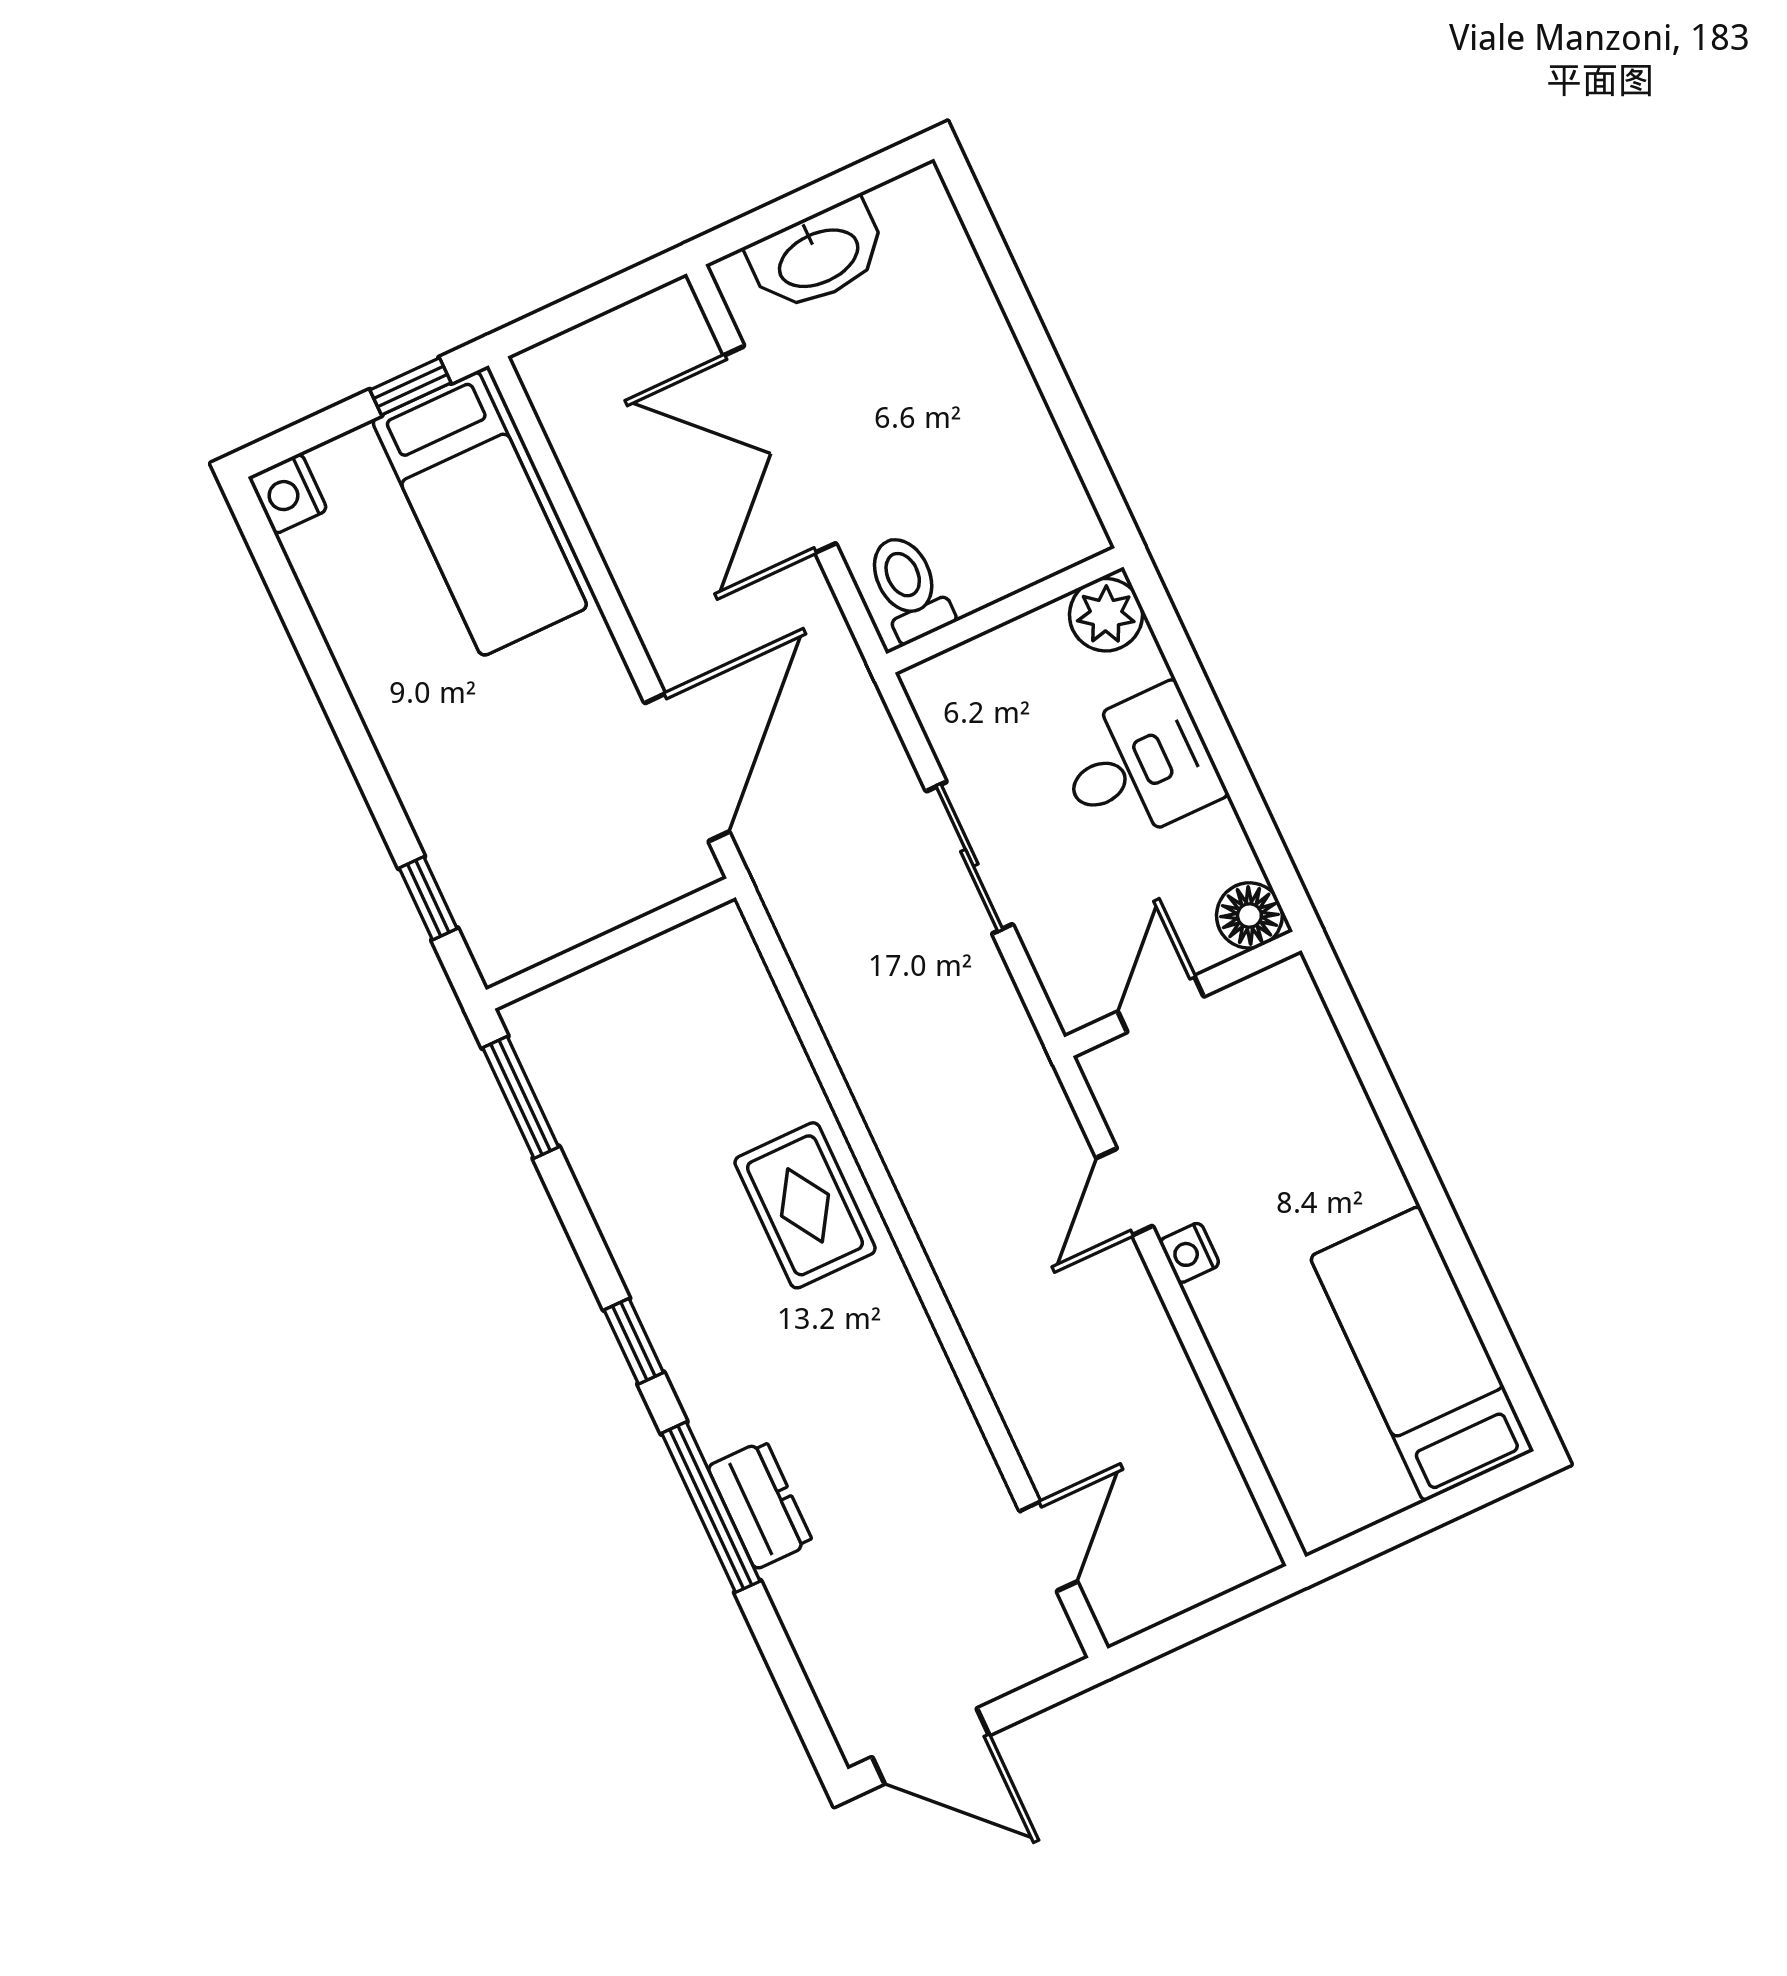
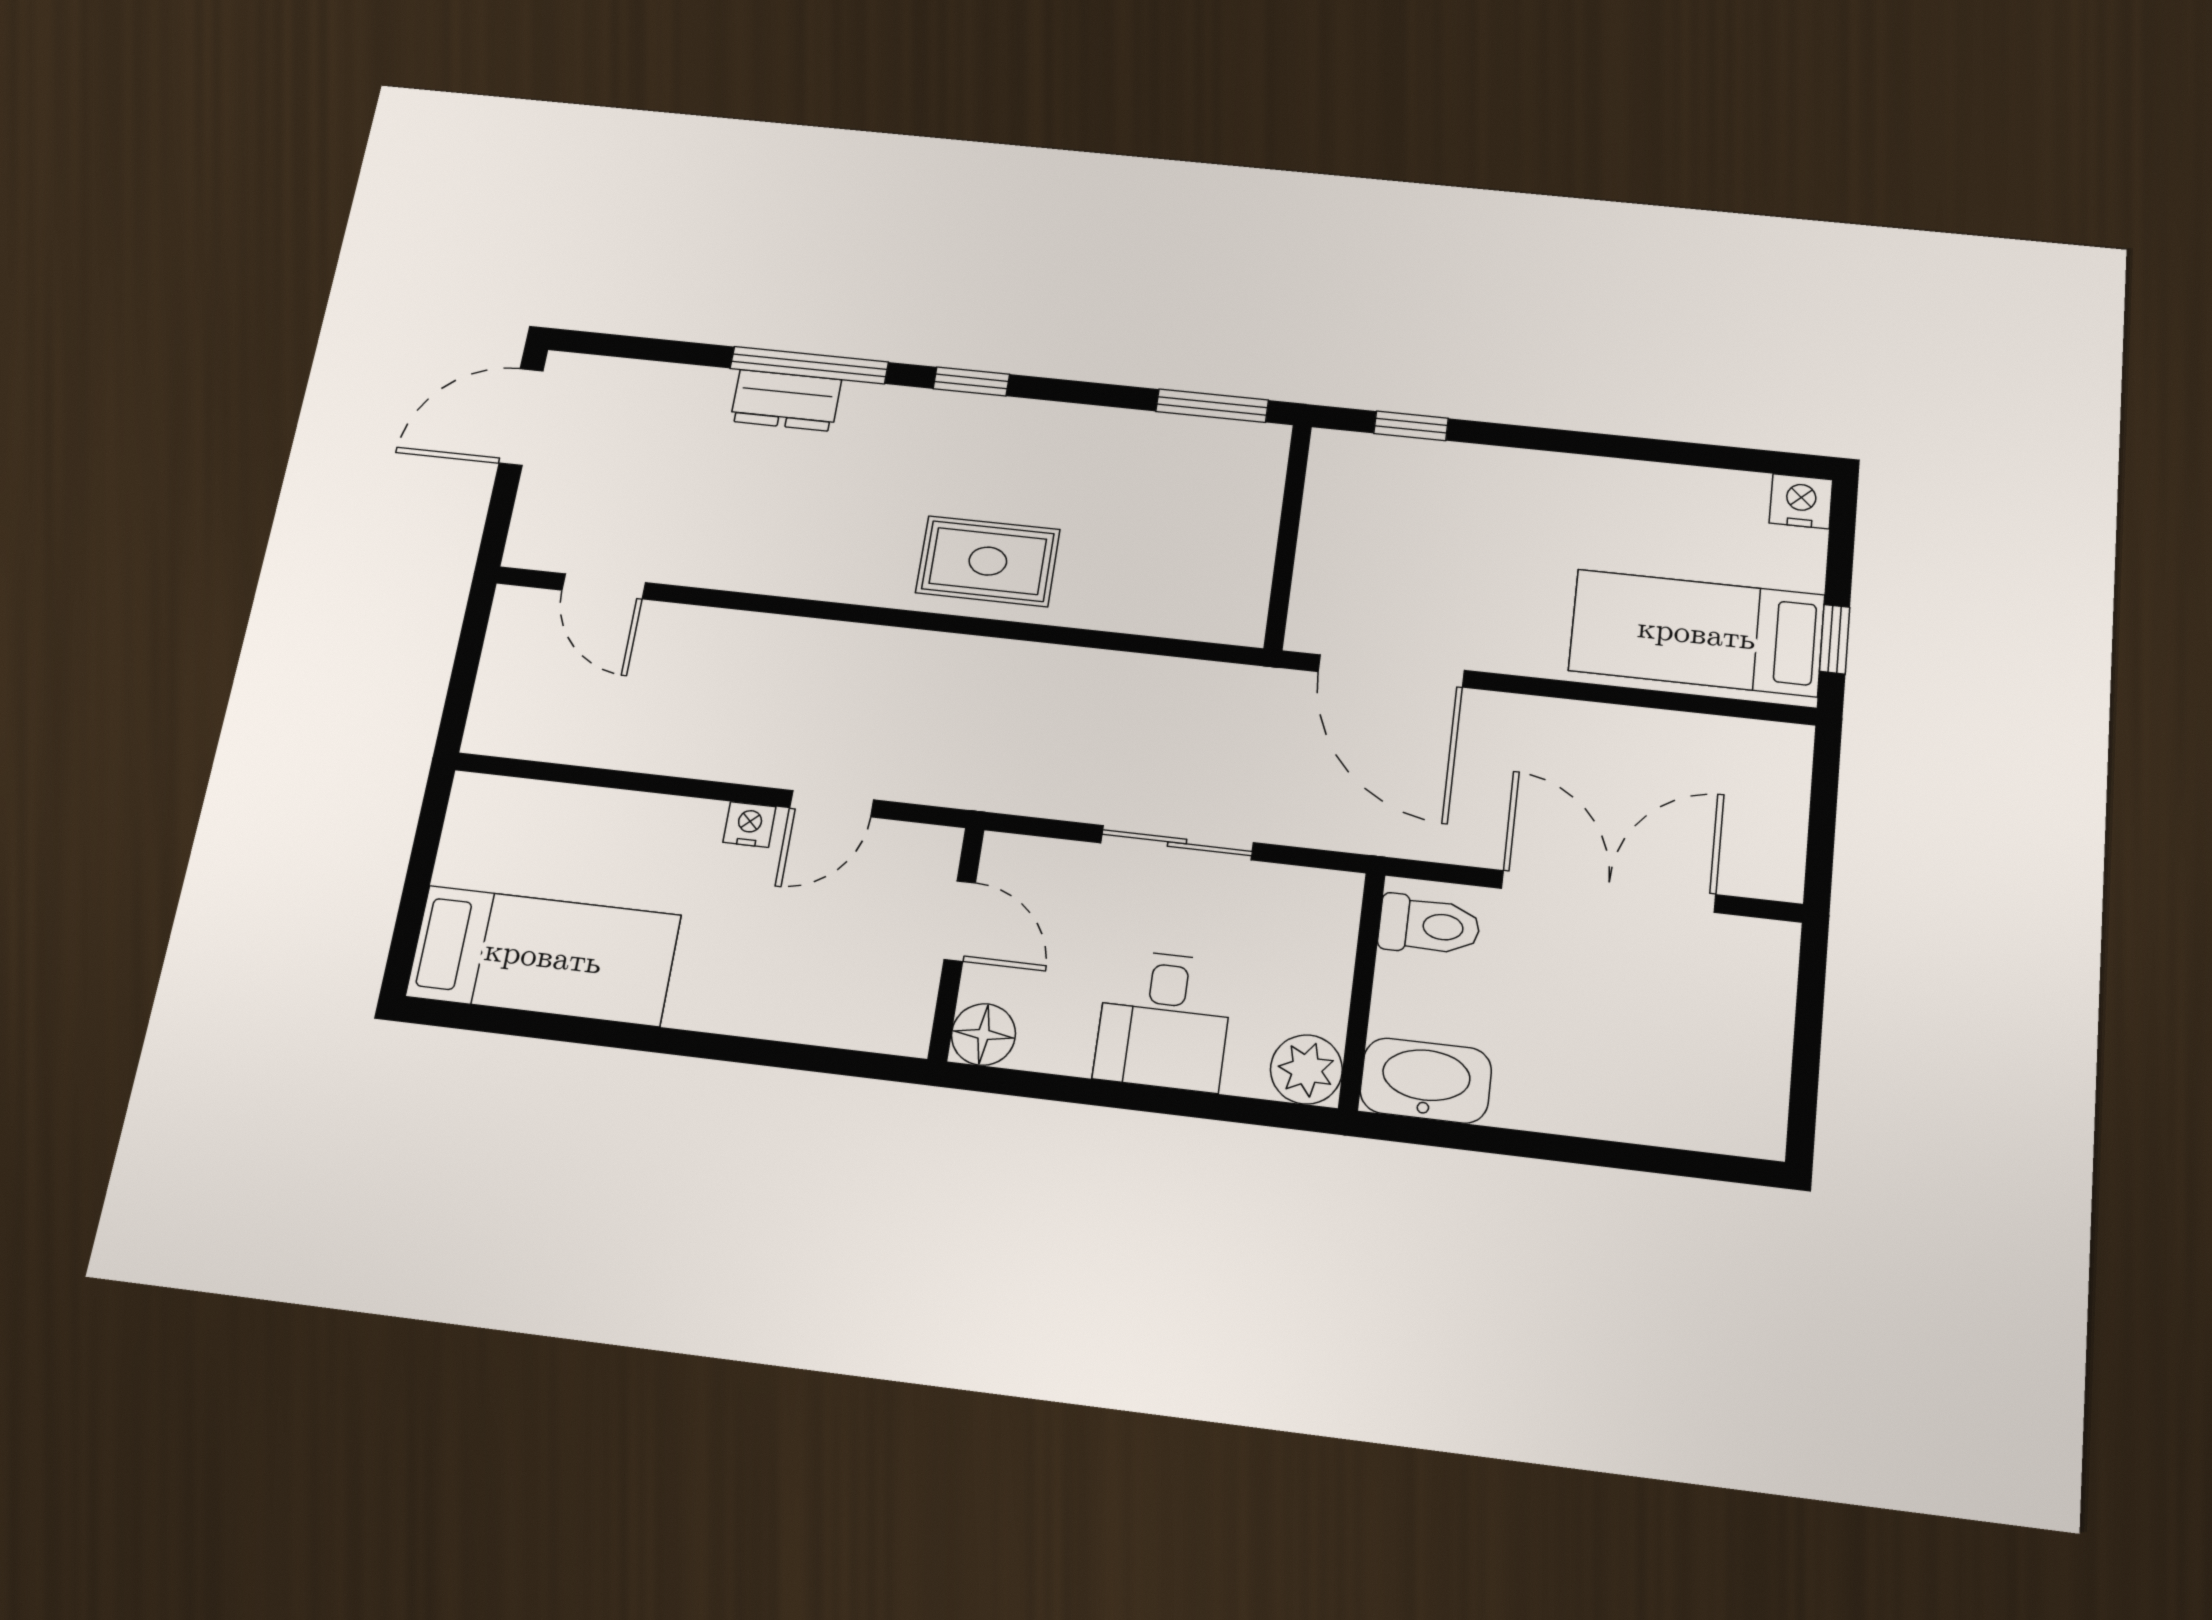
washbasin: (818, 256) -> (1426, 1080), moved, turned 90
door: (1124, 1192) -> (832, 804), swing flipped

